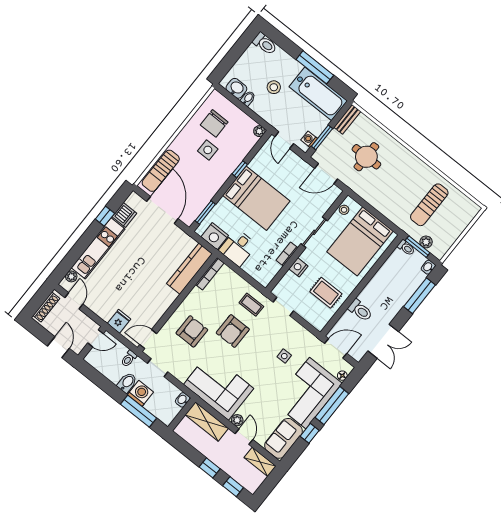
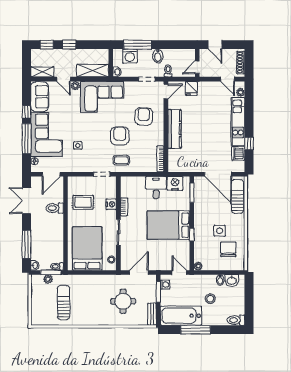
kitchen counter: (190, 269) -> (175, 129), moved
armchair: (192, 331) -> (144, 117), turned 180
washing machine: (140, 393) -> (130, 56), moved

